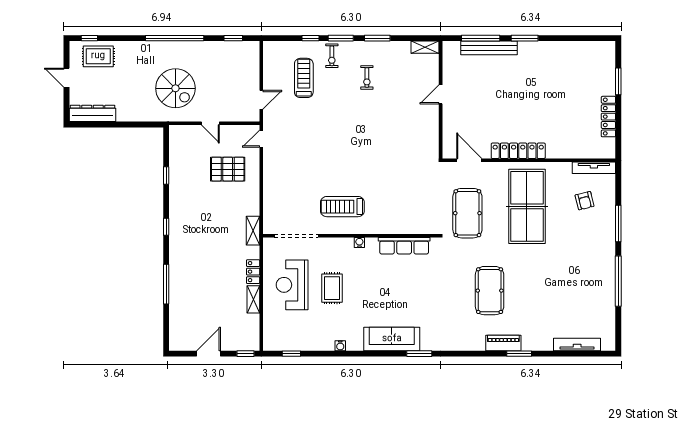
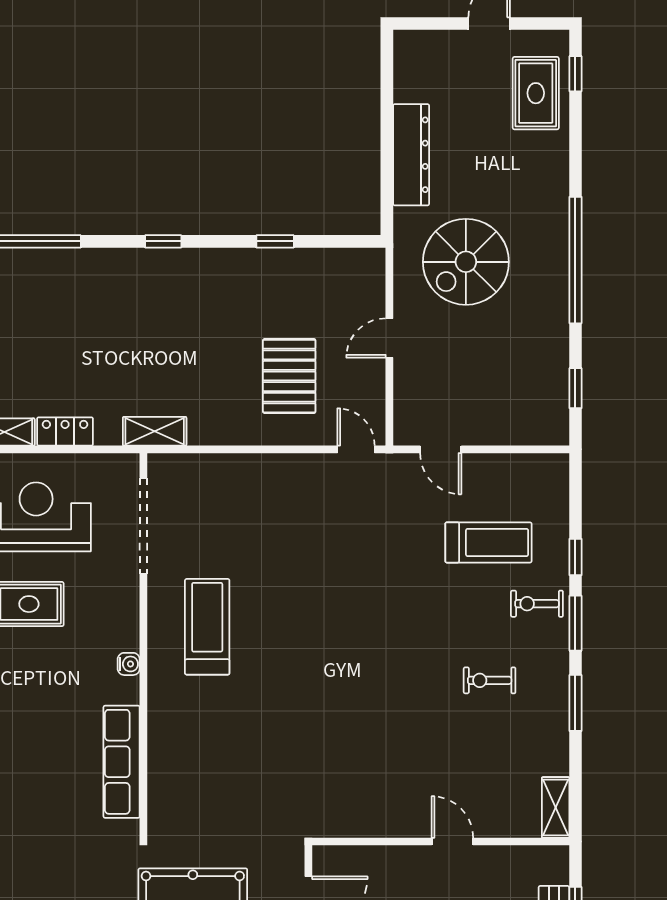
dresser: (92, 113) -> (411, 155), moved

